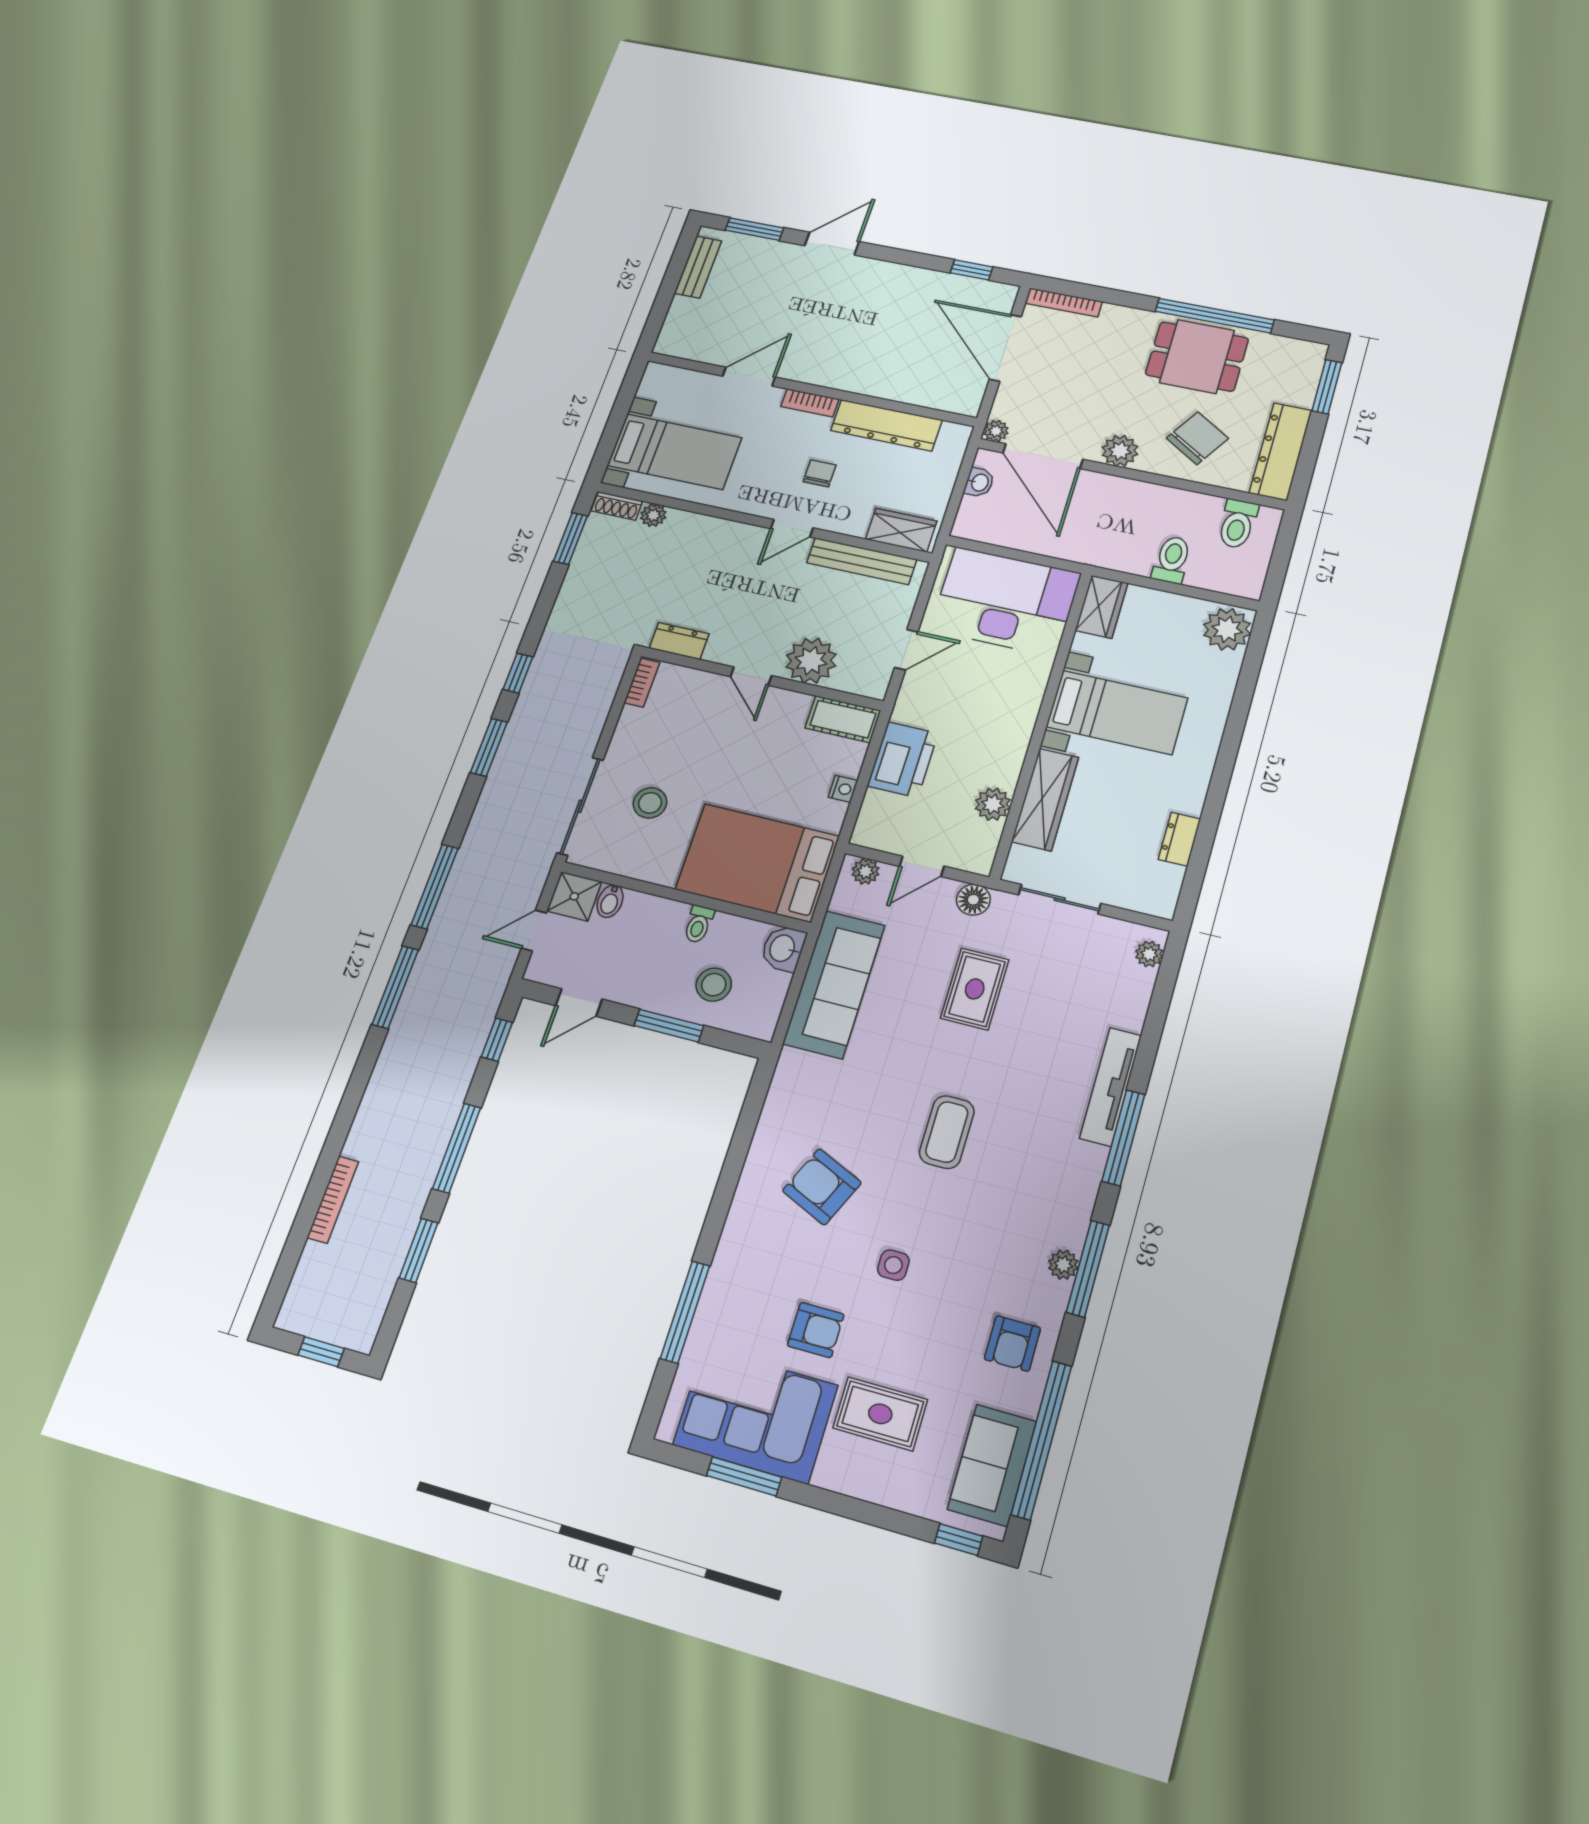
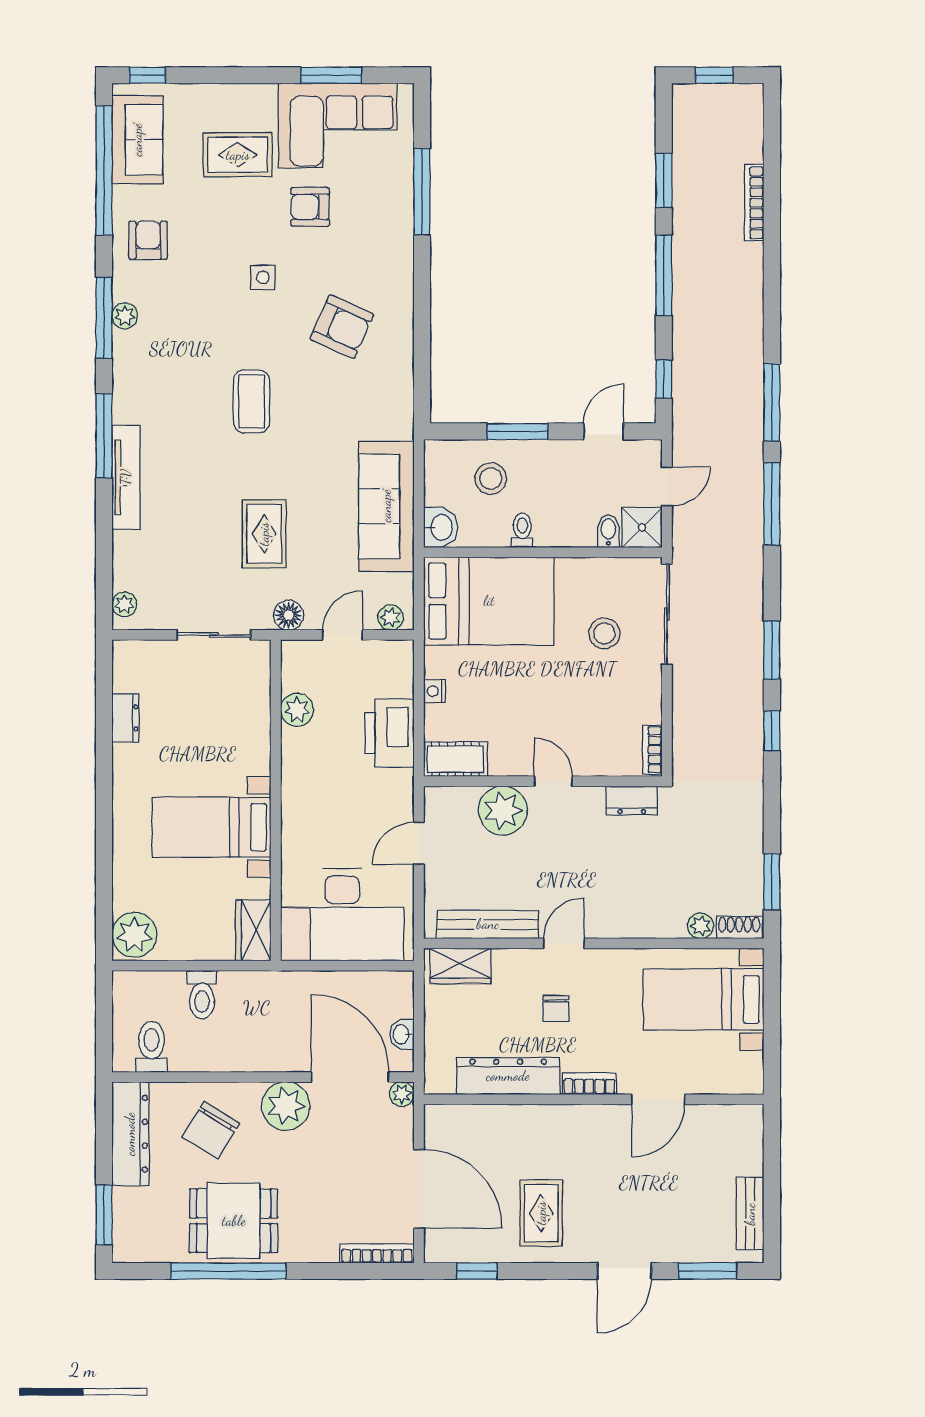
rug: (894, 305) -> (541, 1213), added
plant: (1120, 451) -> (286, 1106), width x1.36, depth x1.36
wardrobe: (1045, 799) -> (252, 726), removed

